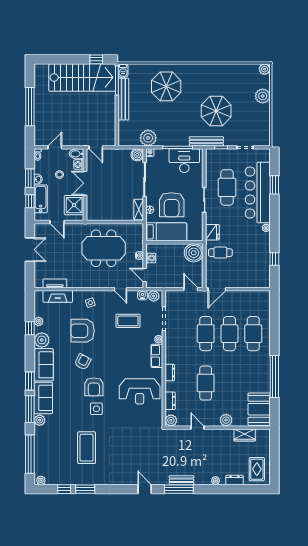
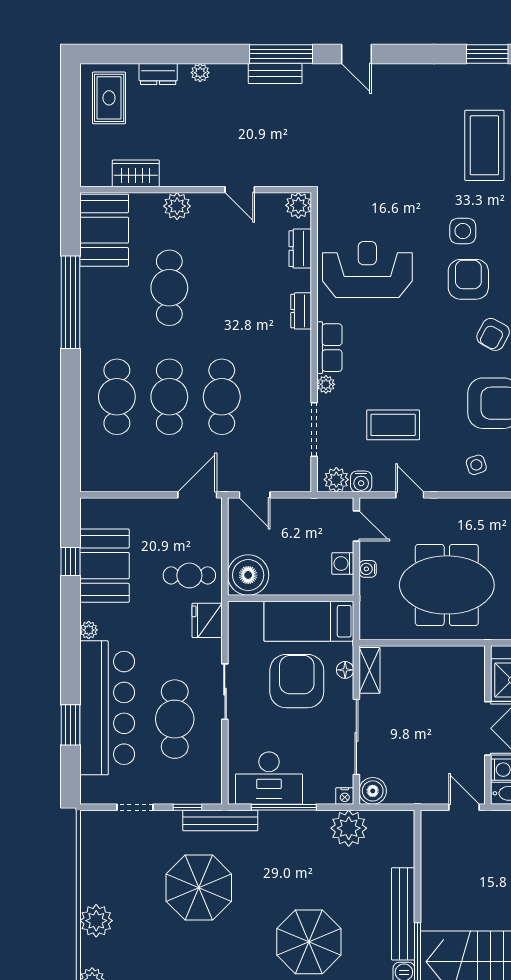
booth: (259, 257) -> (104, 566), added
cafe table: (206, 383) -> (169, 288), moved

